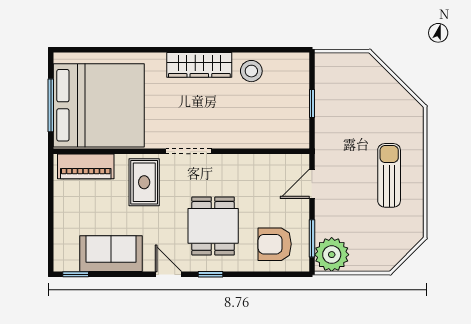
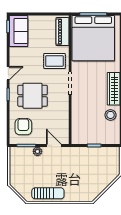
sun lounger: (389, 175) -> (48, 193), moved
sofa: (111, 254) -> (19, 31), moved
plant: (332, 255) -> (37, 151), moved, width x0.53, depth x0.53

